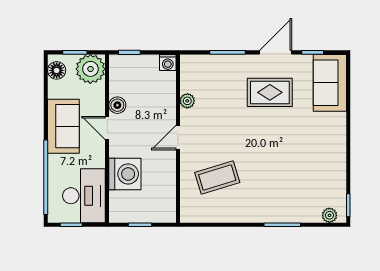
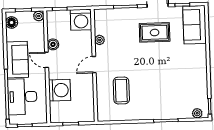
washing machine: (168, 62) -> (81, 20), width x1.89, depth x1.89
plant: (90, 69) -> (39, 16), width x0.53, depth x0.53
coffee table: (217, 177) -> (121, 91), turned -73
desk: (84, 196) -> (22, 97), moved, turned 180

